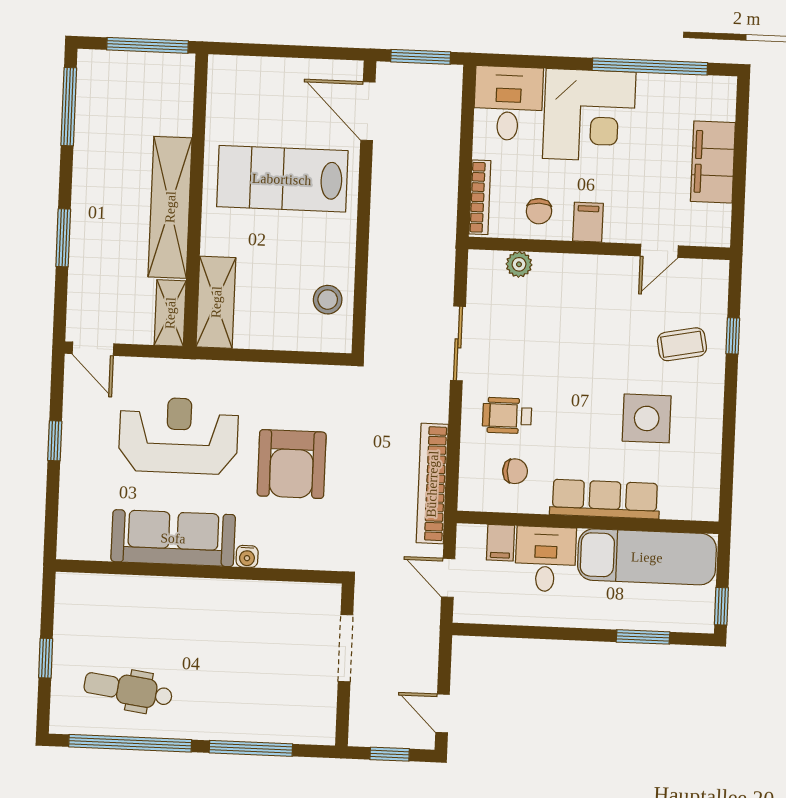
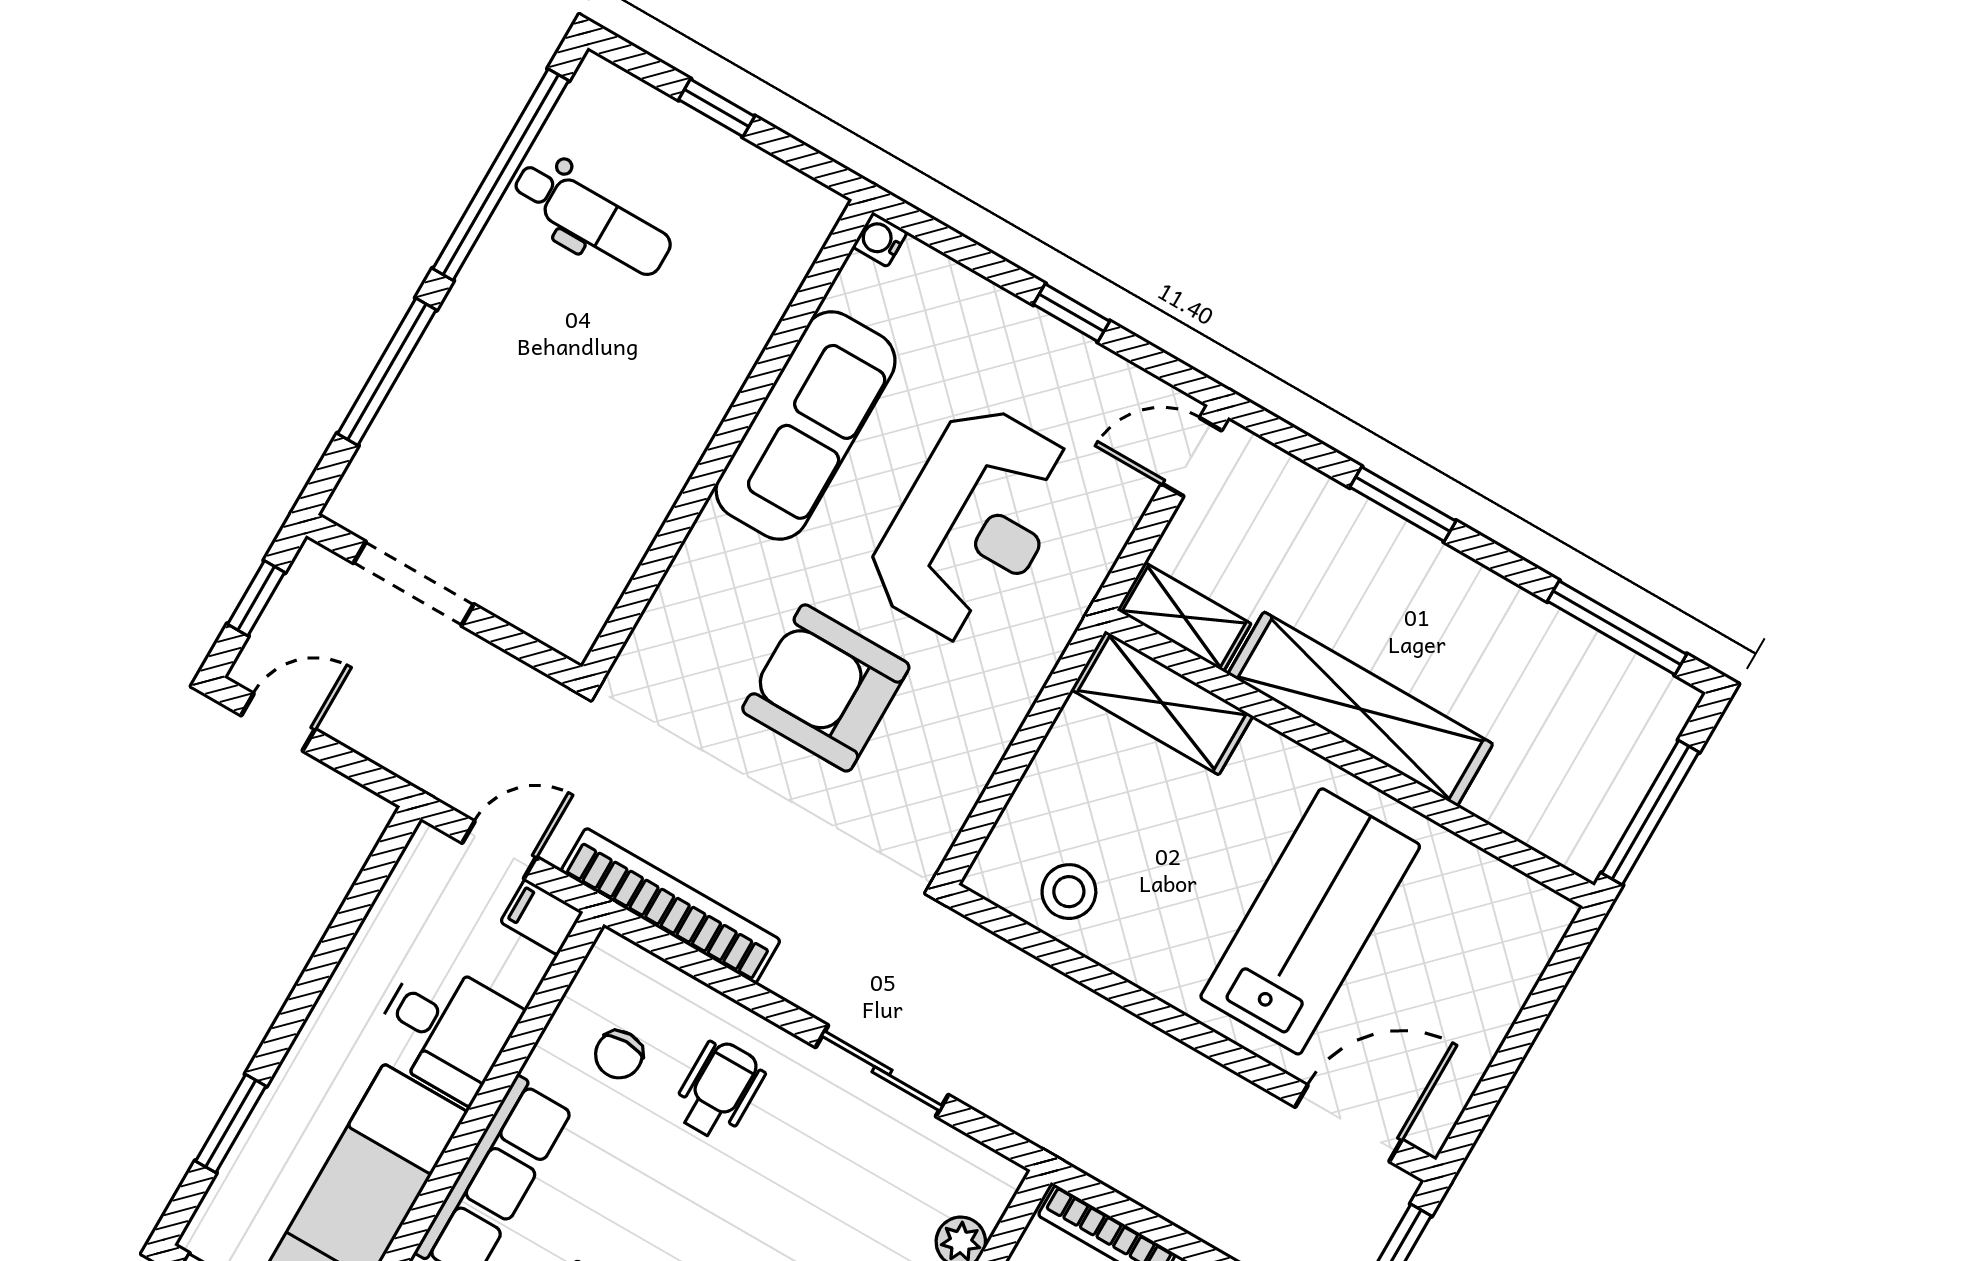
filing cabinet: (500, 543) -> (542, 917), moved
water cooler: (247, 556) -> (880, 239), moved
doorway: (345, 648) -> (414, 584), moved
dental chair: (128, 690) -> (592, 218), turned 82

